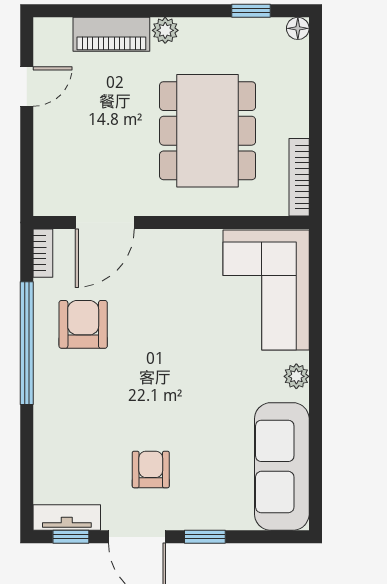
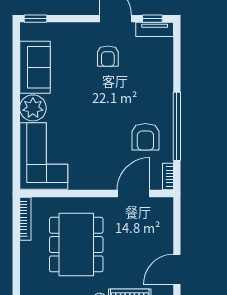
door: (27, 86) -> (177, 269), width x1.38
plant: (296, 376) -> (33, 108), width x1.87, depth x1.87
sofa: (282, 466) -> (35, 67), width x0.73
window: (205, 537) -> (35, 19), moved

